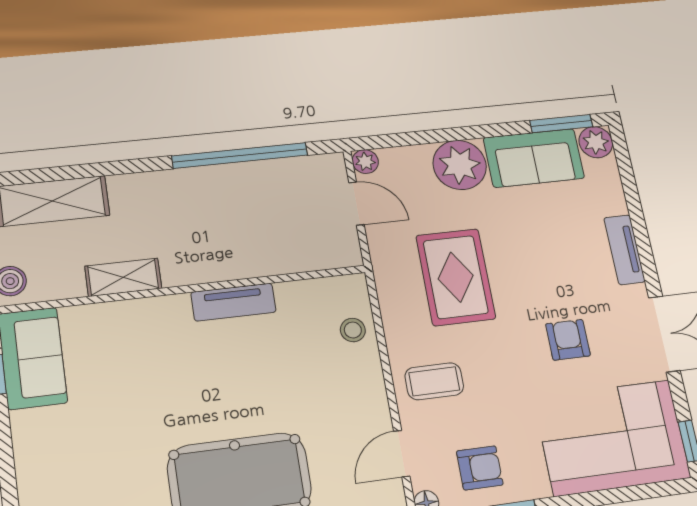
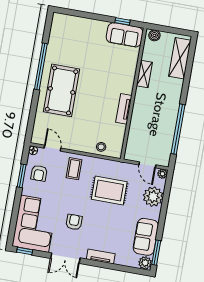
plant: (460, 165) -> (153, 197), moved
door: (356, 204) -> (147, 165), hinge flipped
armchair: (568, 340) -> (74, 222), turned -90

